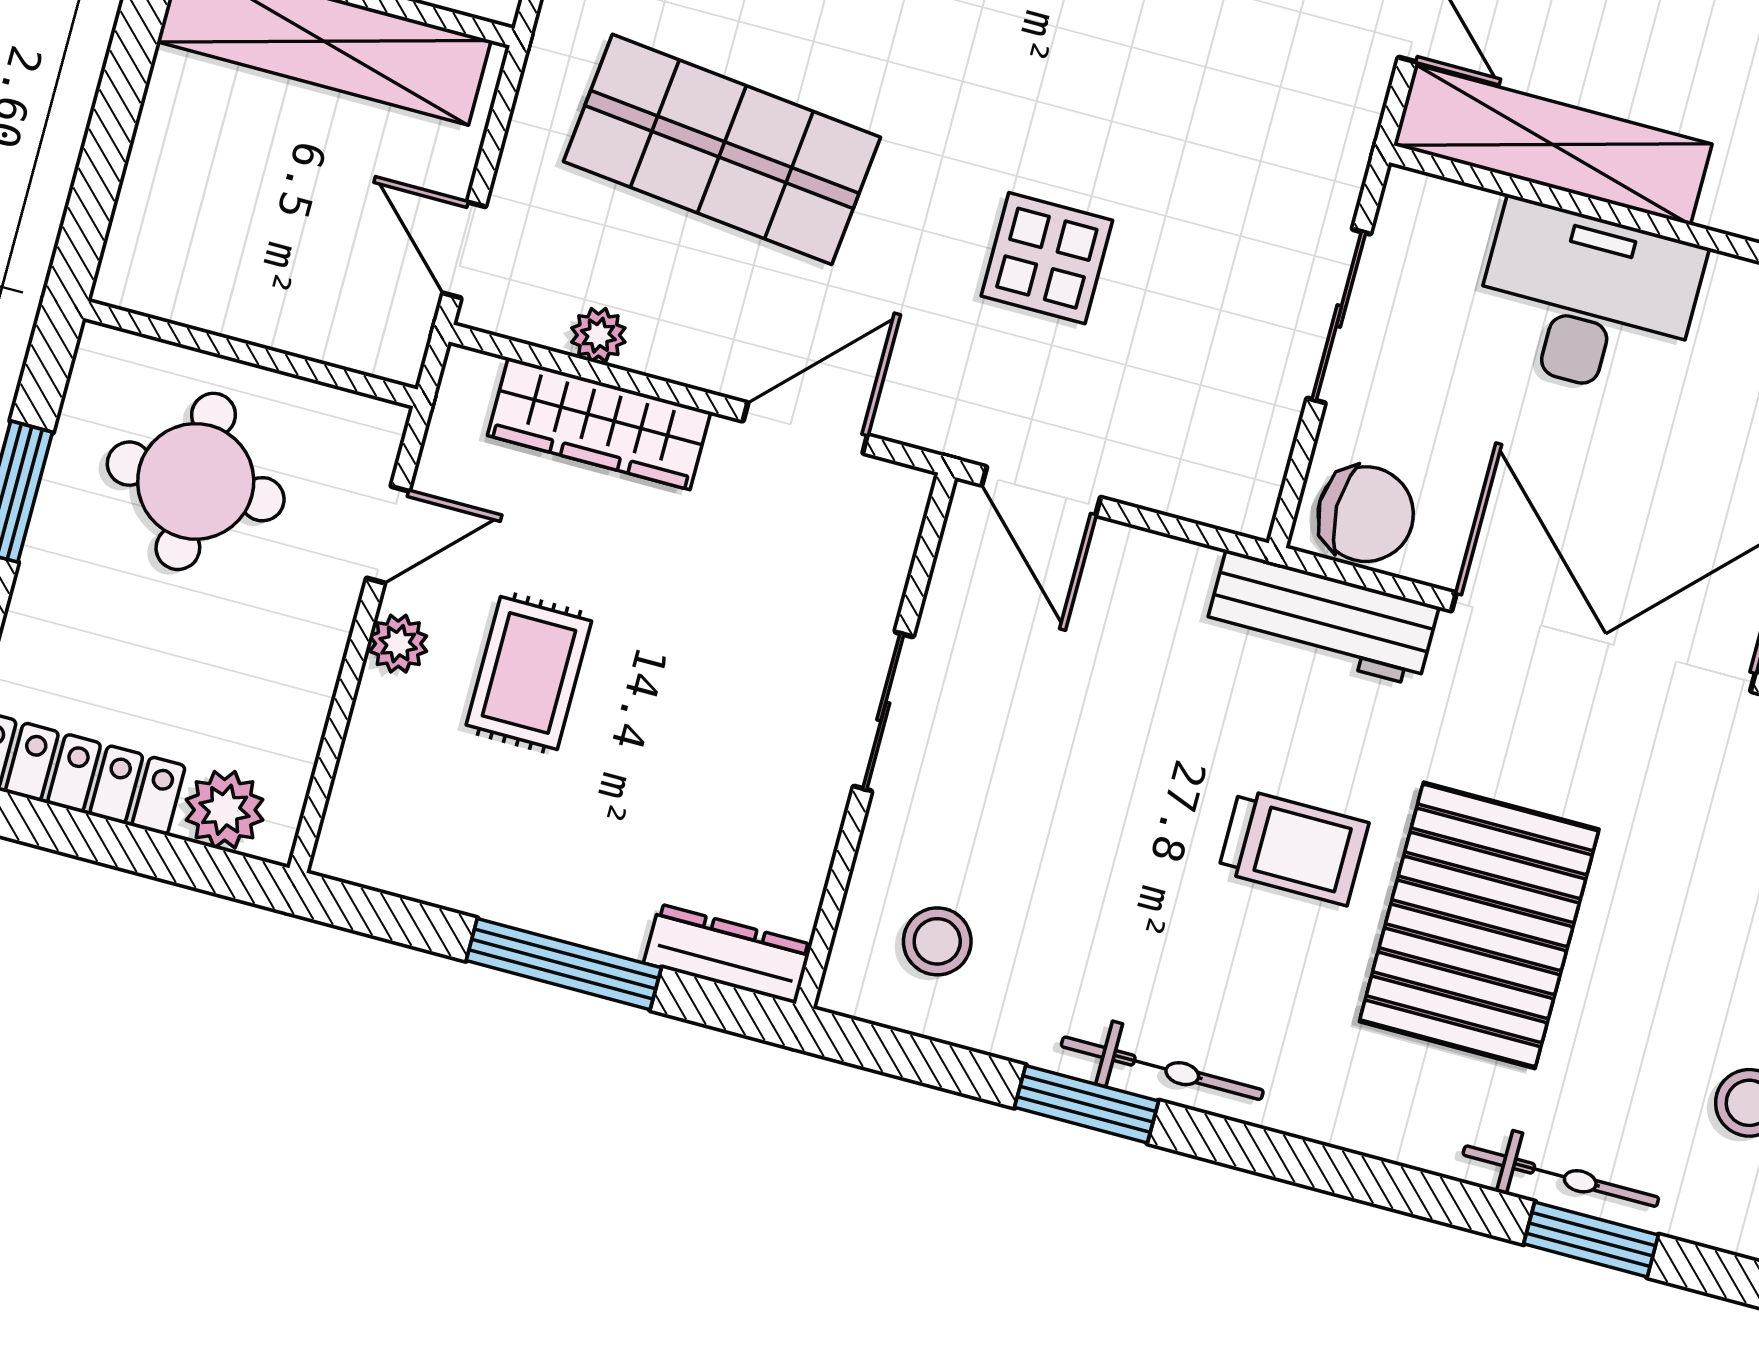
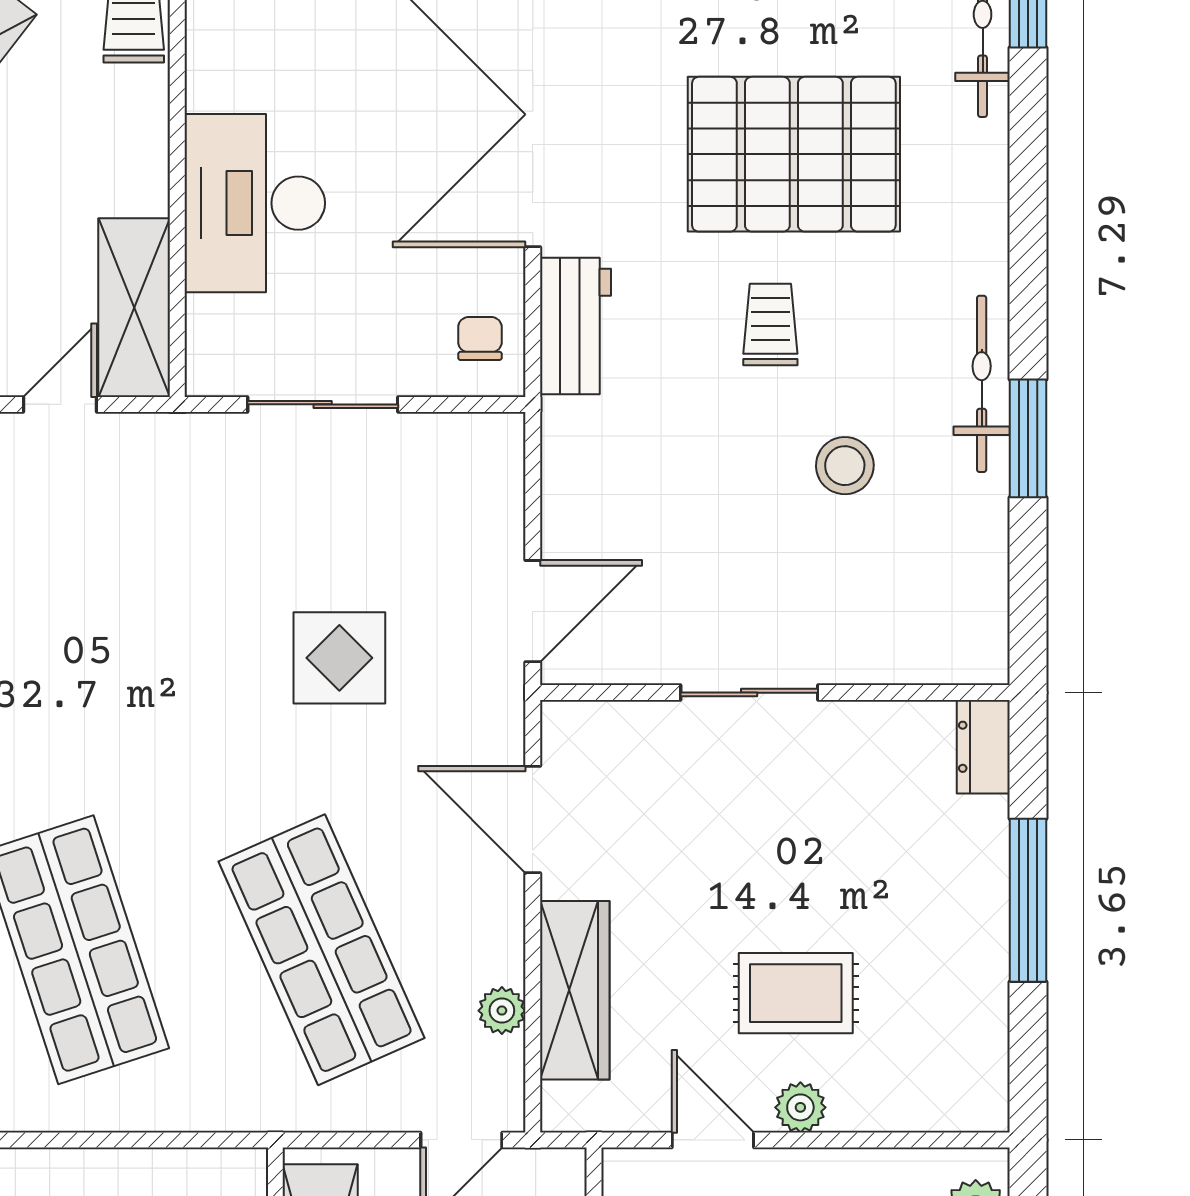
shelving: (1553, 145) -> (134, 308), width x0.68
shop shelf: (722, 149) -> (322, 950), turned -30
chair: (1366, 514) -> (480, 339), width x0.54, depth x0.54
workbench: (1322, 618) -> (575, 326), width x0.73
trolley: (1294, 847) -> (770, 325), width x0.73, depth x0.72
stool: (937, 941) -> (845, 466), moved
dresser: (728, 954) -> (983, 747), width x0.70

